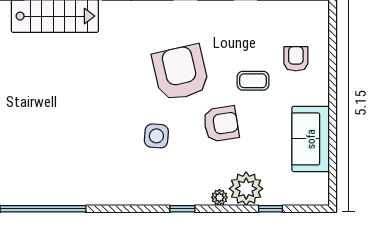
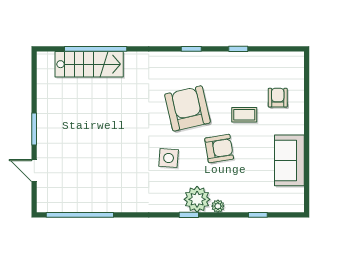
plant: (246, 189) -> (197, 199), moved

